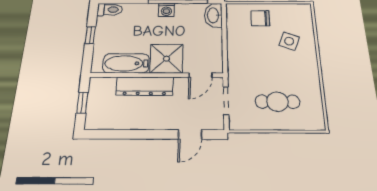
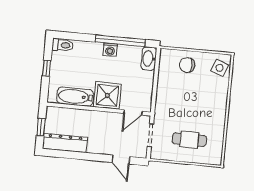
side table: (289, 41) -> (220, 68), moved
dresser: (145, 86) -> (65, 143), moved, turned 180
door: (190, 135) -> (121, 160), hinge flipped

